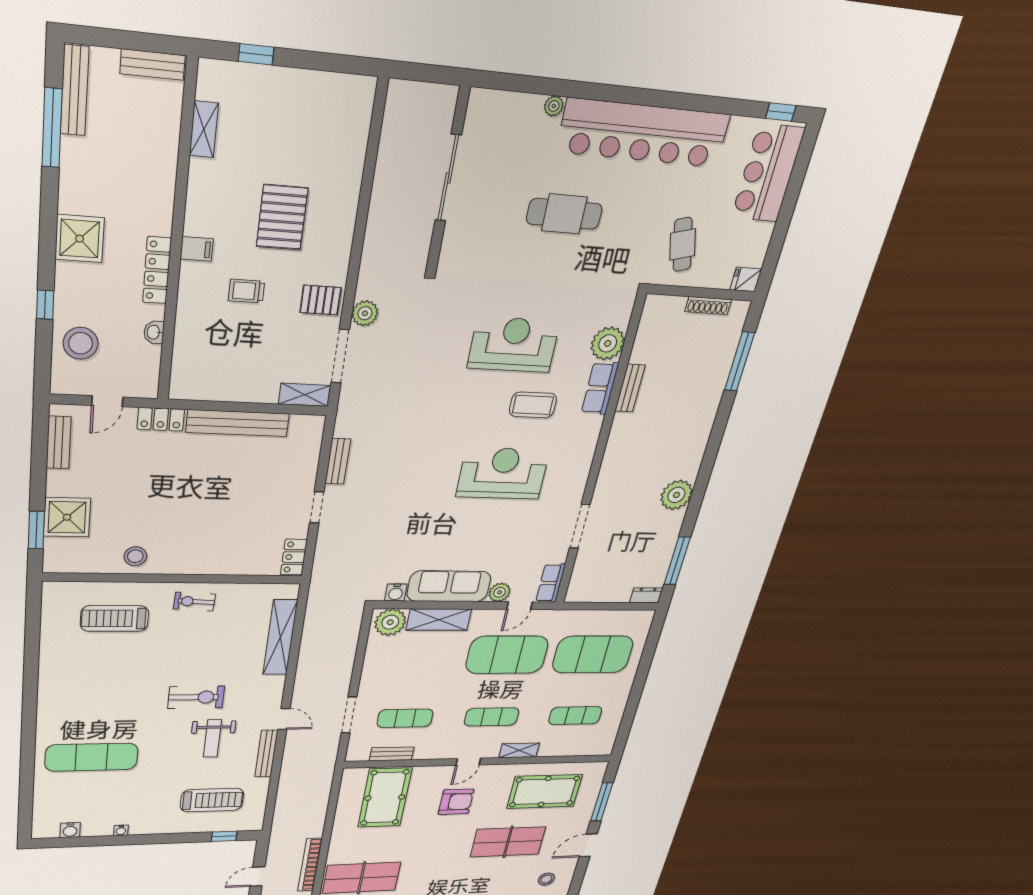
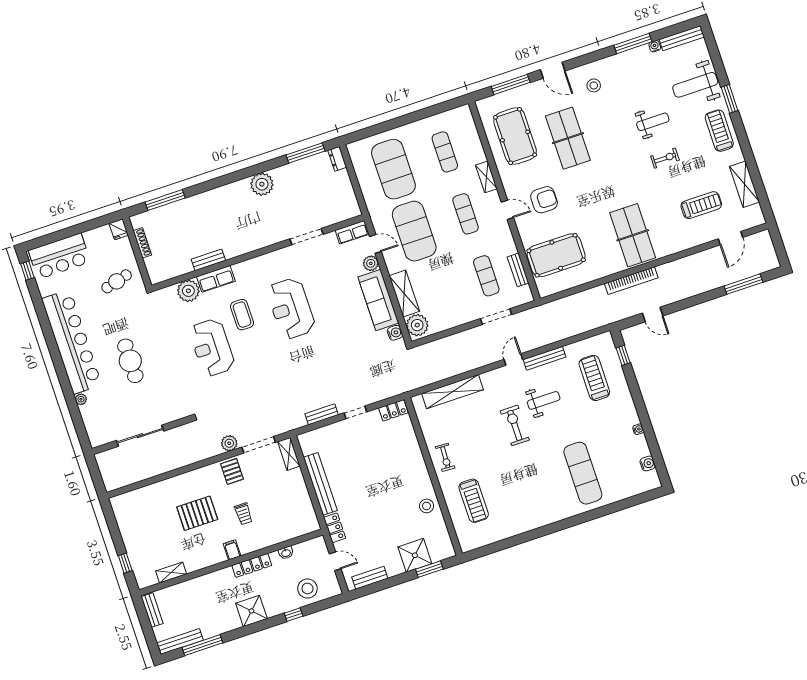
armchair: (456, 802) -> (544, 200), turned 90

